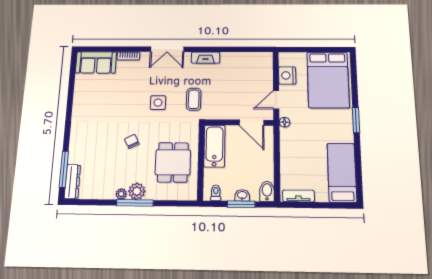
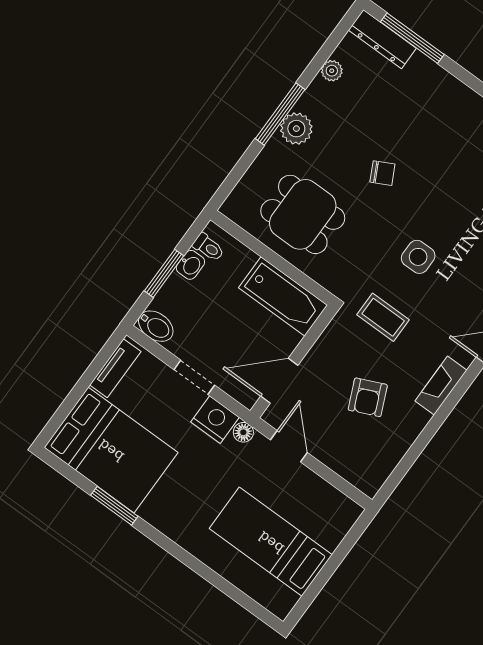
nightstand: (287, 75) -> (215, 420), moved
bed: (328, 80) -> (271, 542), width x0.67
armchair: (232, 83) -> (368, 397), added
window: (356, 120) -> (114, 506), moved
doorway: (277, 159) -> (194, 377), added
bed: (342, 173) -> (111, 450), width x1.50
plant: (121, 194) -> (332, 71), moved
washbasin: (242, 195) -> (190, 265), moved

